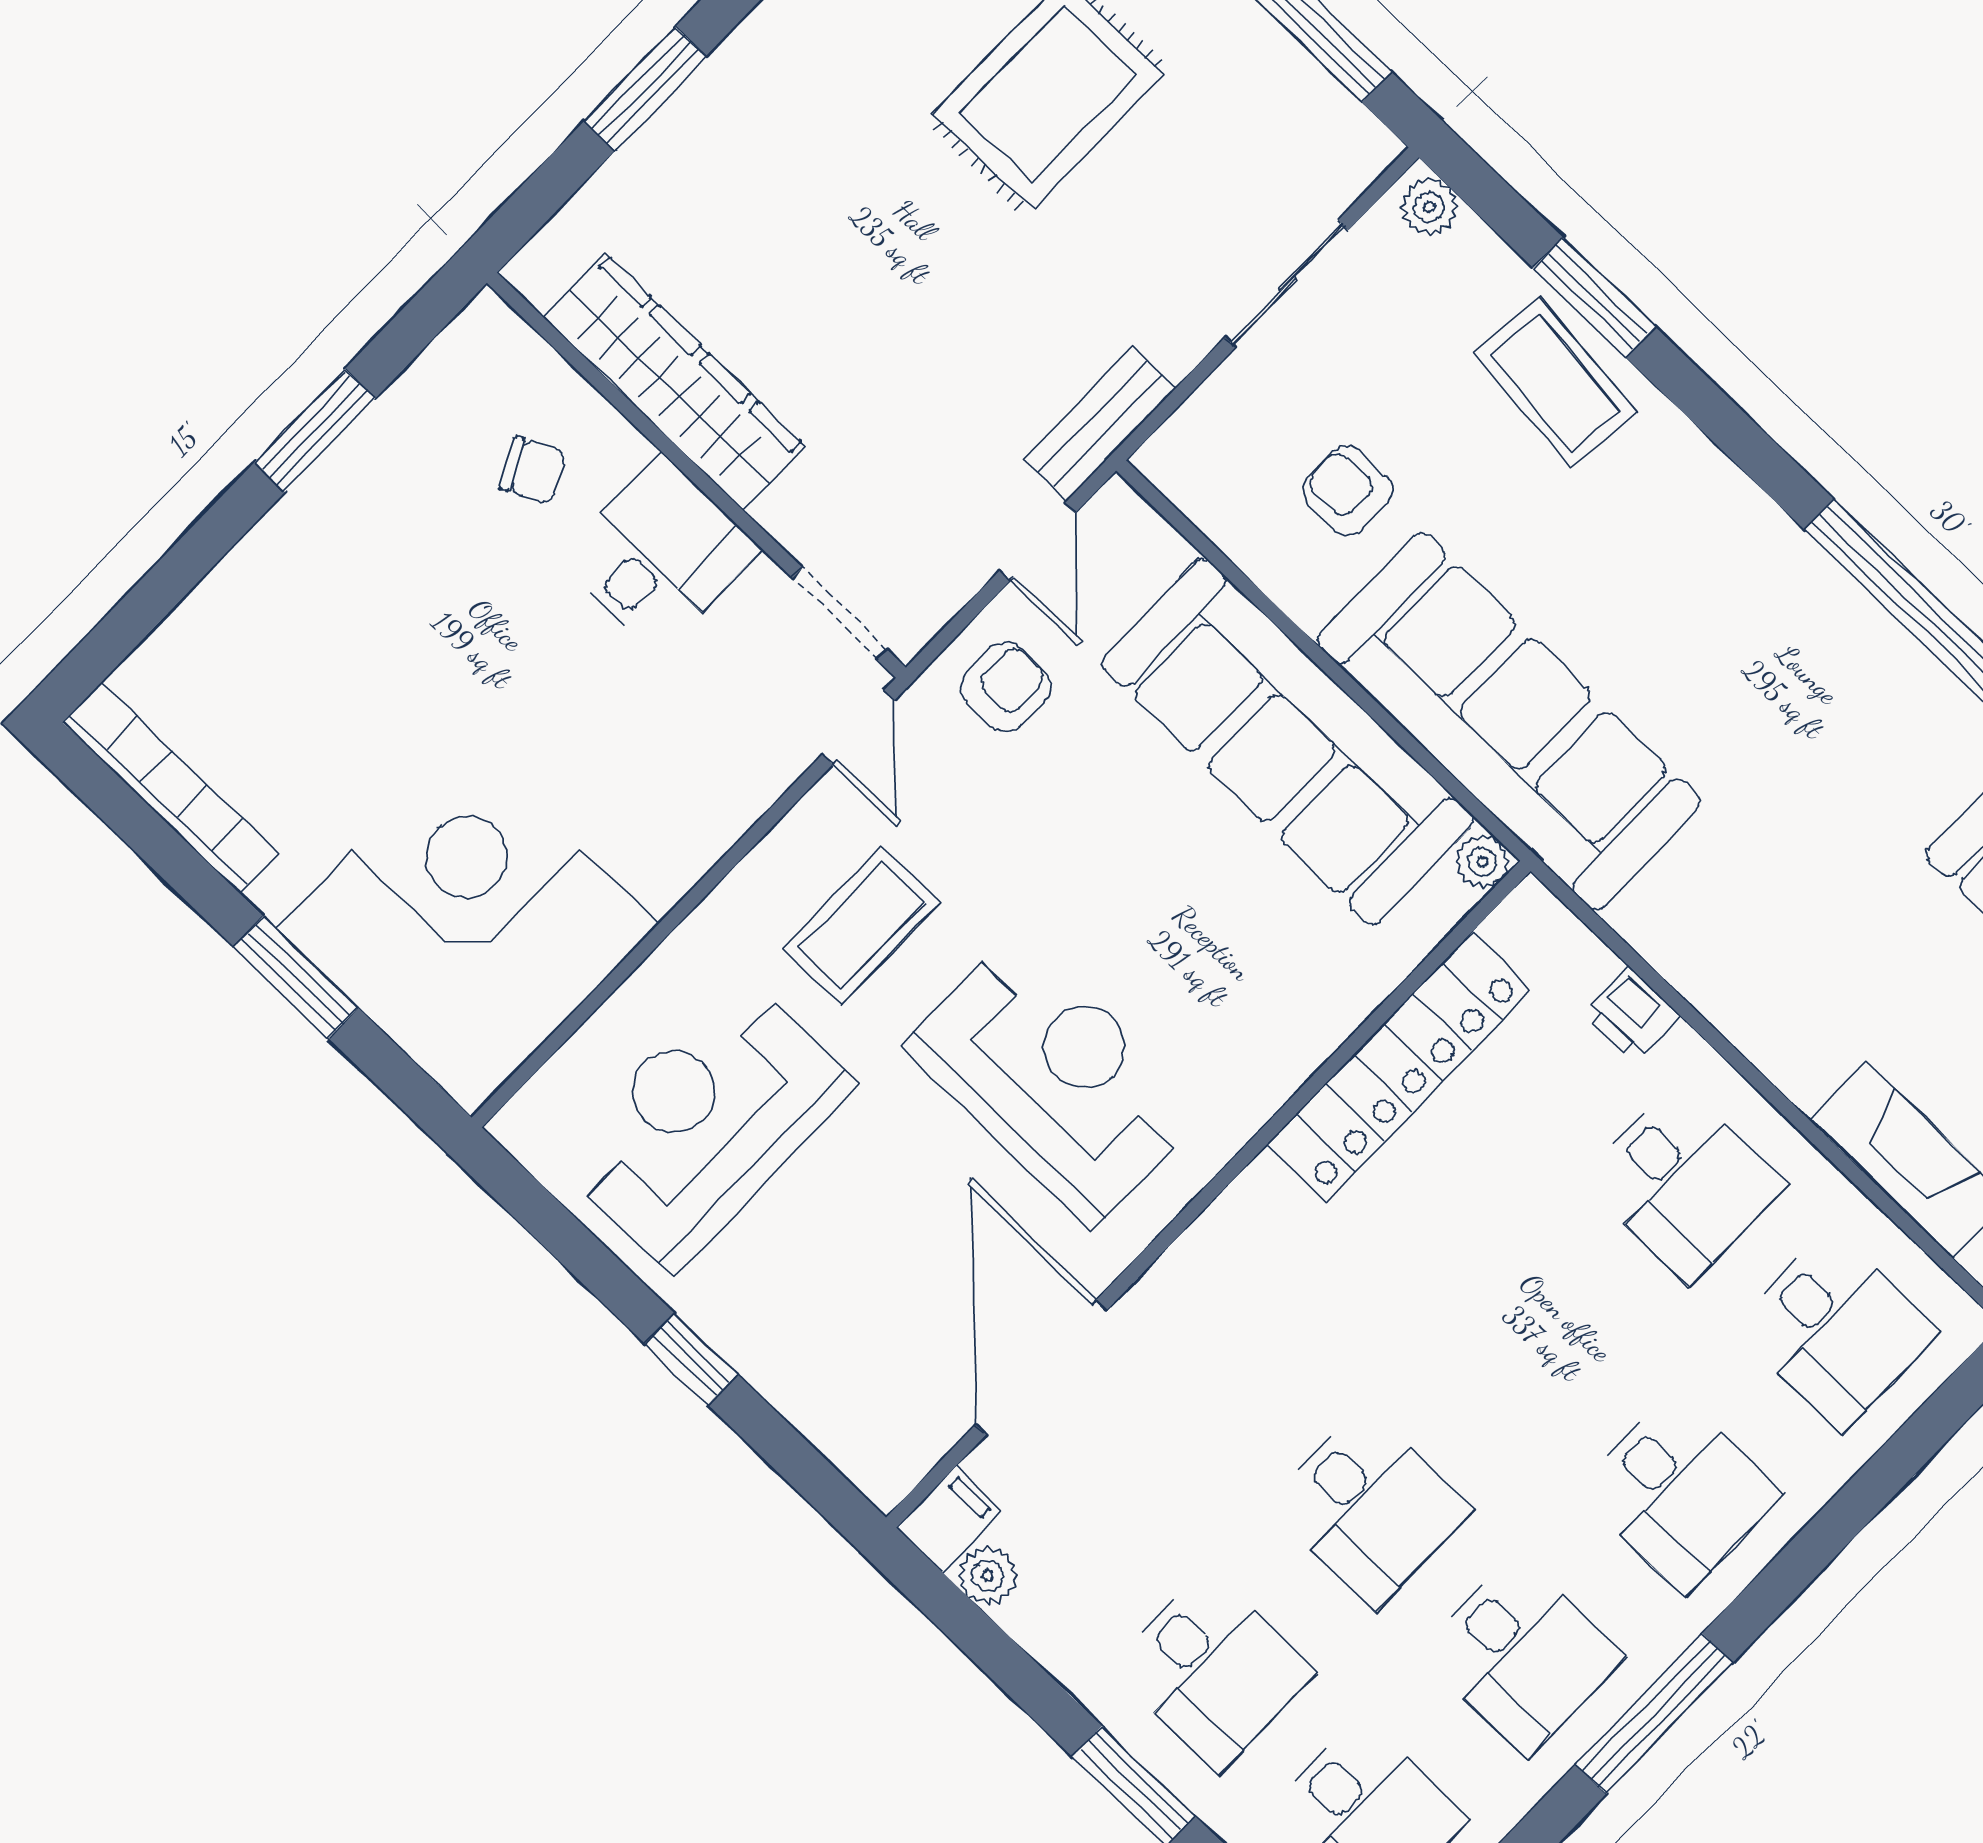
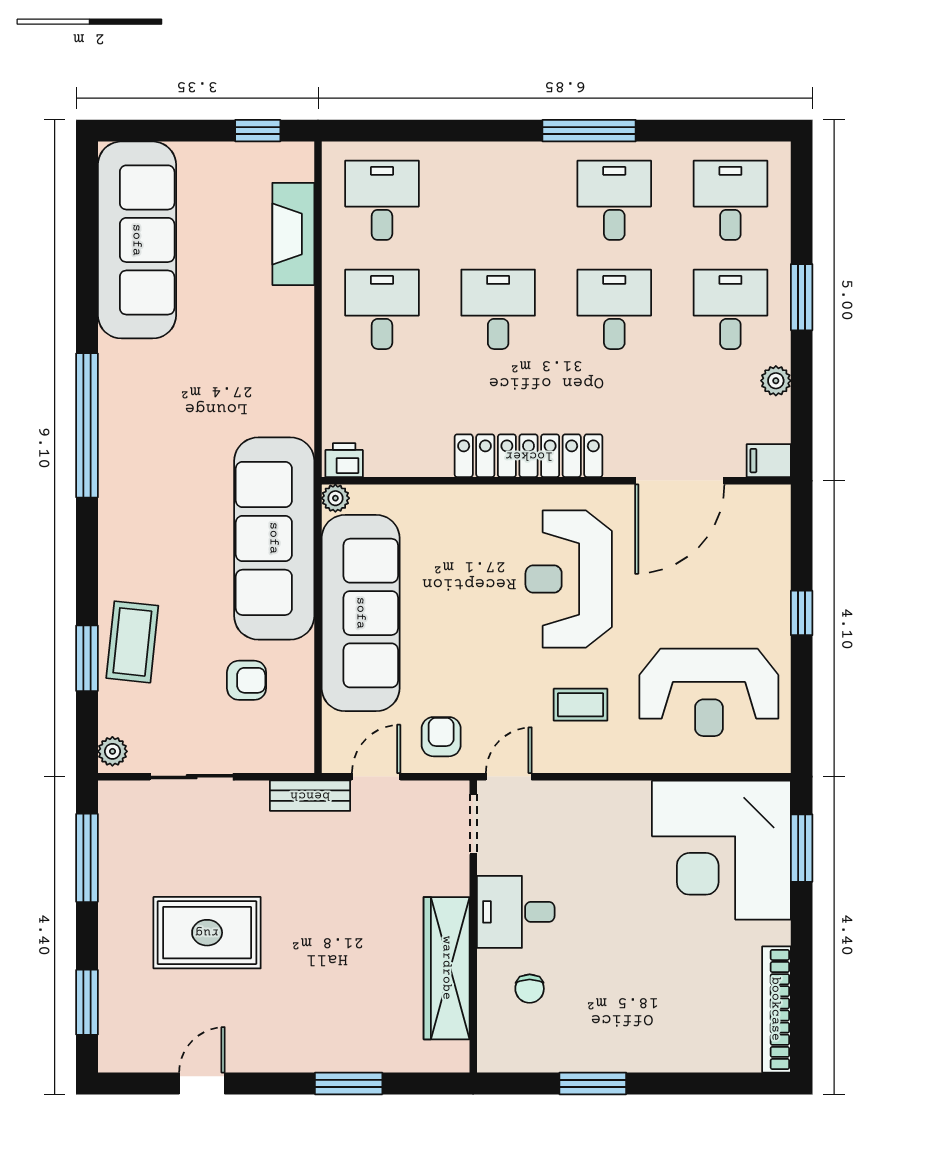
chair: (533, 470) -> (530, 989), turned -153
armchair: (1348, 491) -> (247, 680), turned -90
armchair: (1006, 687) -> (441, 737), turned 90
coffee table: (862, 925) -> (580, 705), width x0.73, depth x0.77
window: (296, 977) -> (802, 848), moved
printer: (1632, 1014) -> (344, 460), moved, turned -90
locker: (1399, 1067) -> (529, 456), moved
desk: (1680, 1492) -> (498, 309), moved
plant: (988, 1575) -> (776, 381), moved

